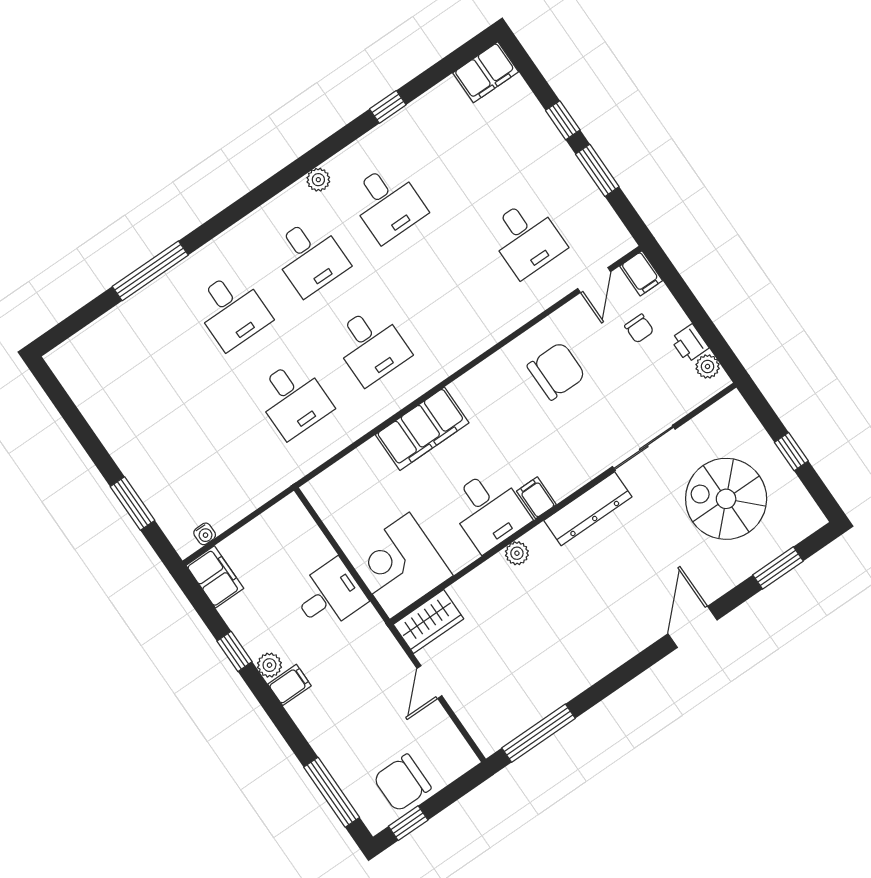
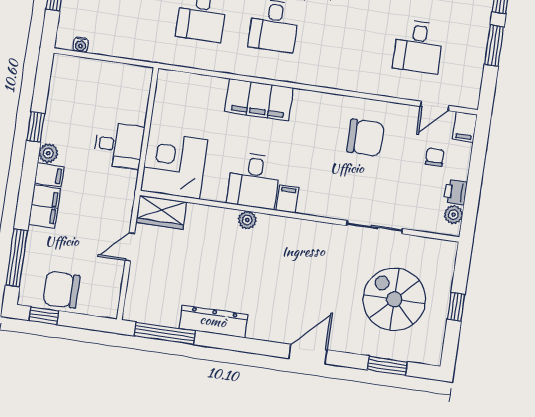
chair: (639, 328) -> (435, 157), turned 180
dresser: (588, 509) -> (213, 321), moved, turned 180
filing cabinet: (215, 577) -> (44, 207), moved

